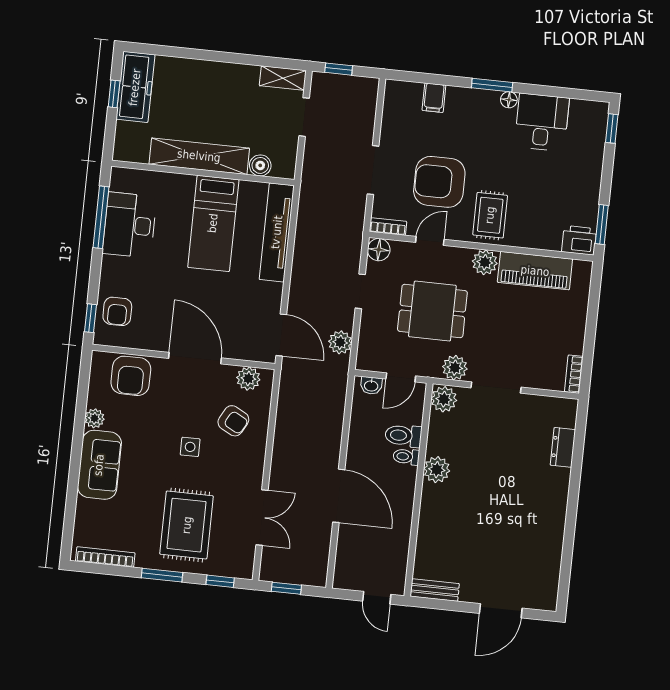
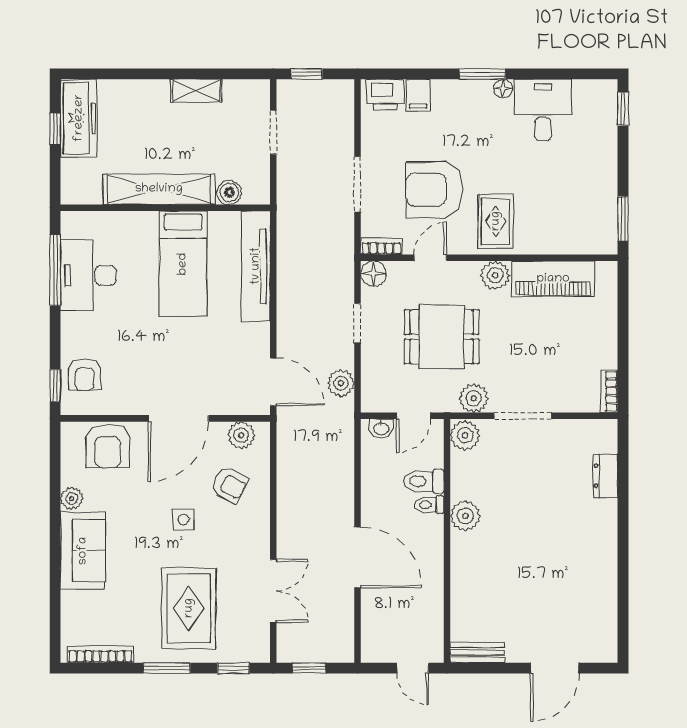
shelving: (283, 78) -> (196, 91), moved
printer: (579, 240) -> (385, 95), moved, turned 180
door: (195, 358) -> (178, 418), swing flipped

